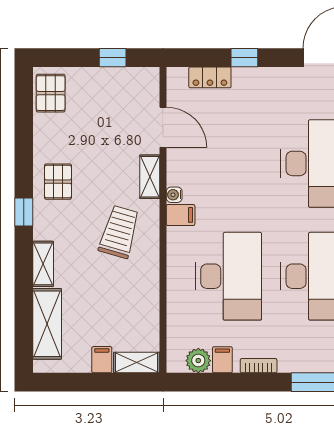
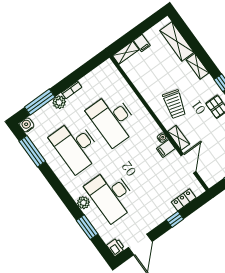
door: (163, 127) -> (188, 163), swing flipped
filing cabinet: (181, 215) -> (166, 148), moved
filing cabinet: (222, 360) -> (89, 81), removed
plant: (198, 361) -> (59, 102), moved

